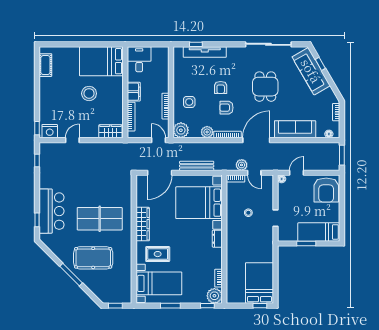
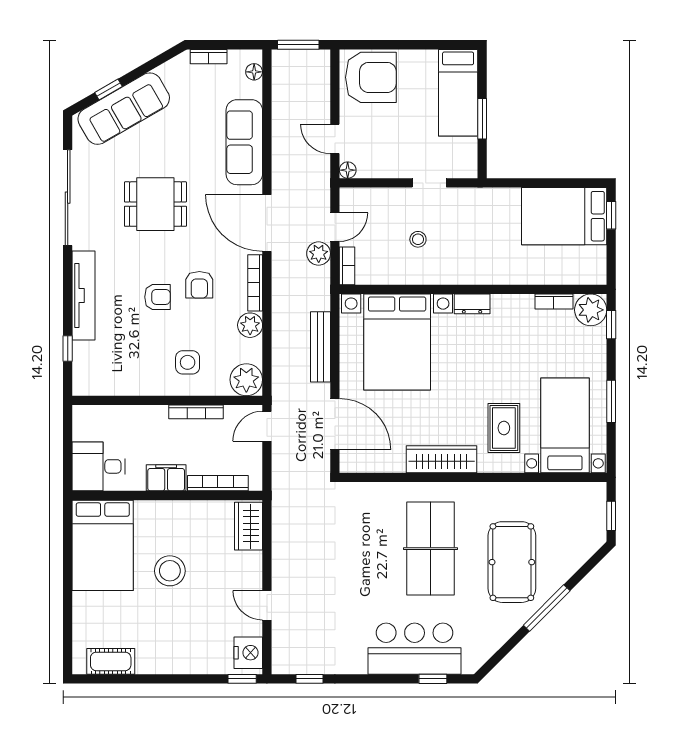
tv unit: (205, 52) -> (84, 295), moved

